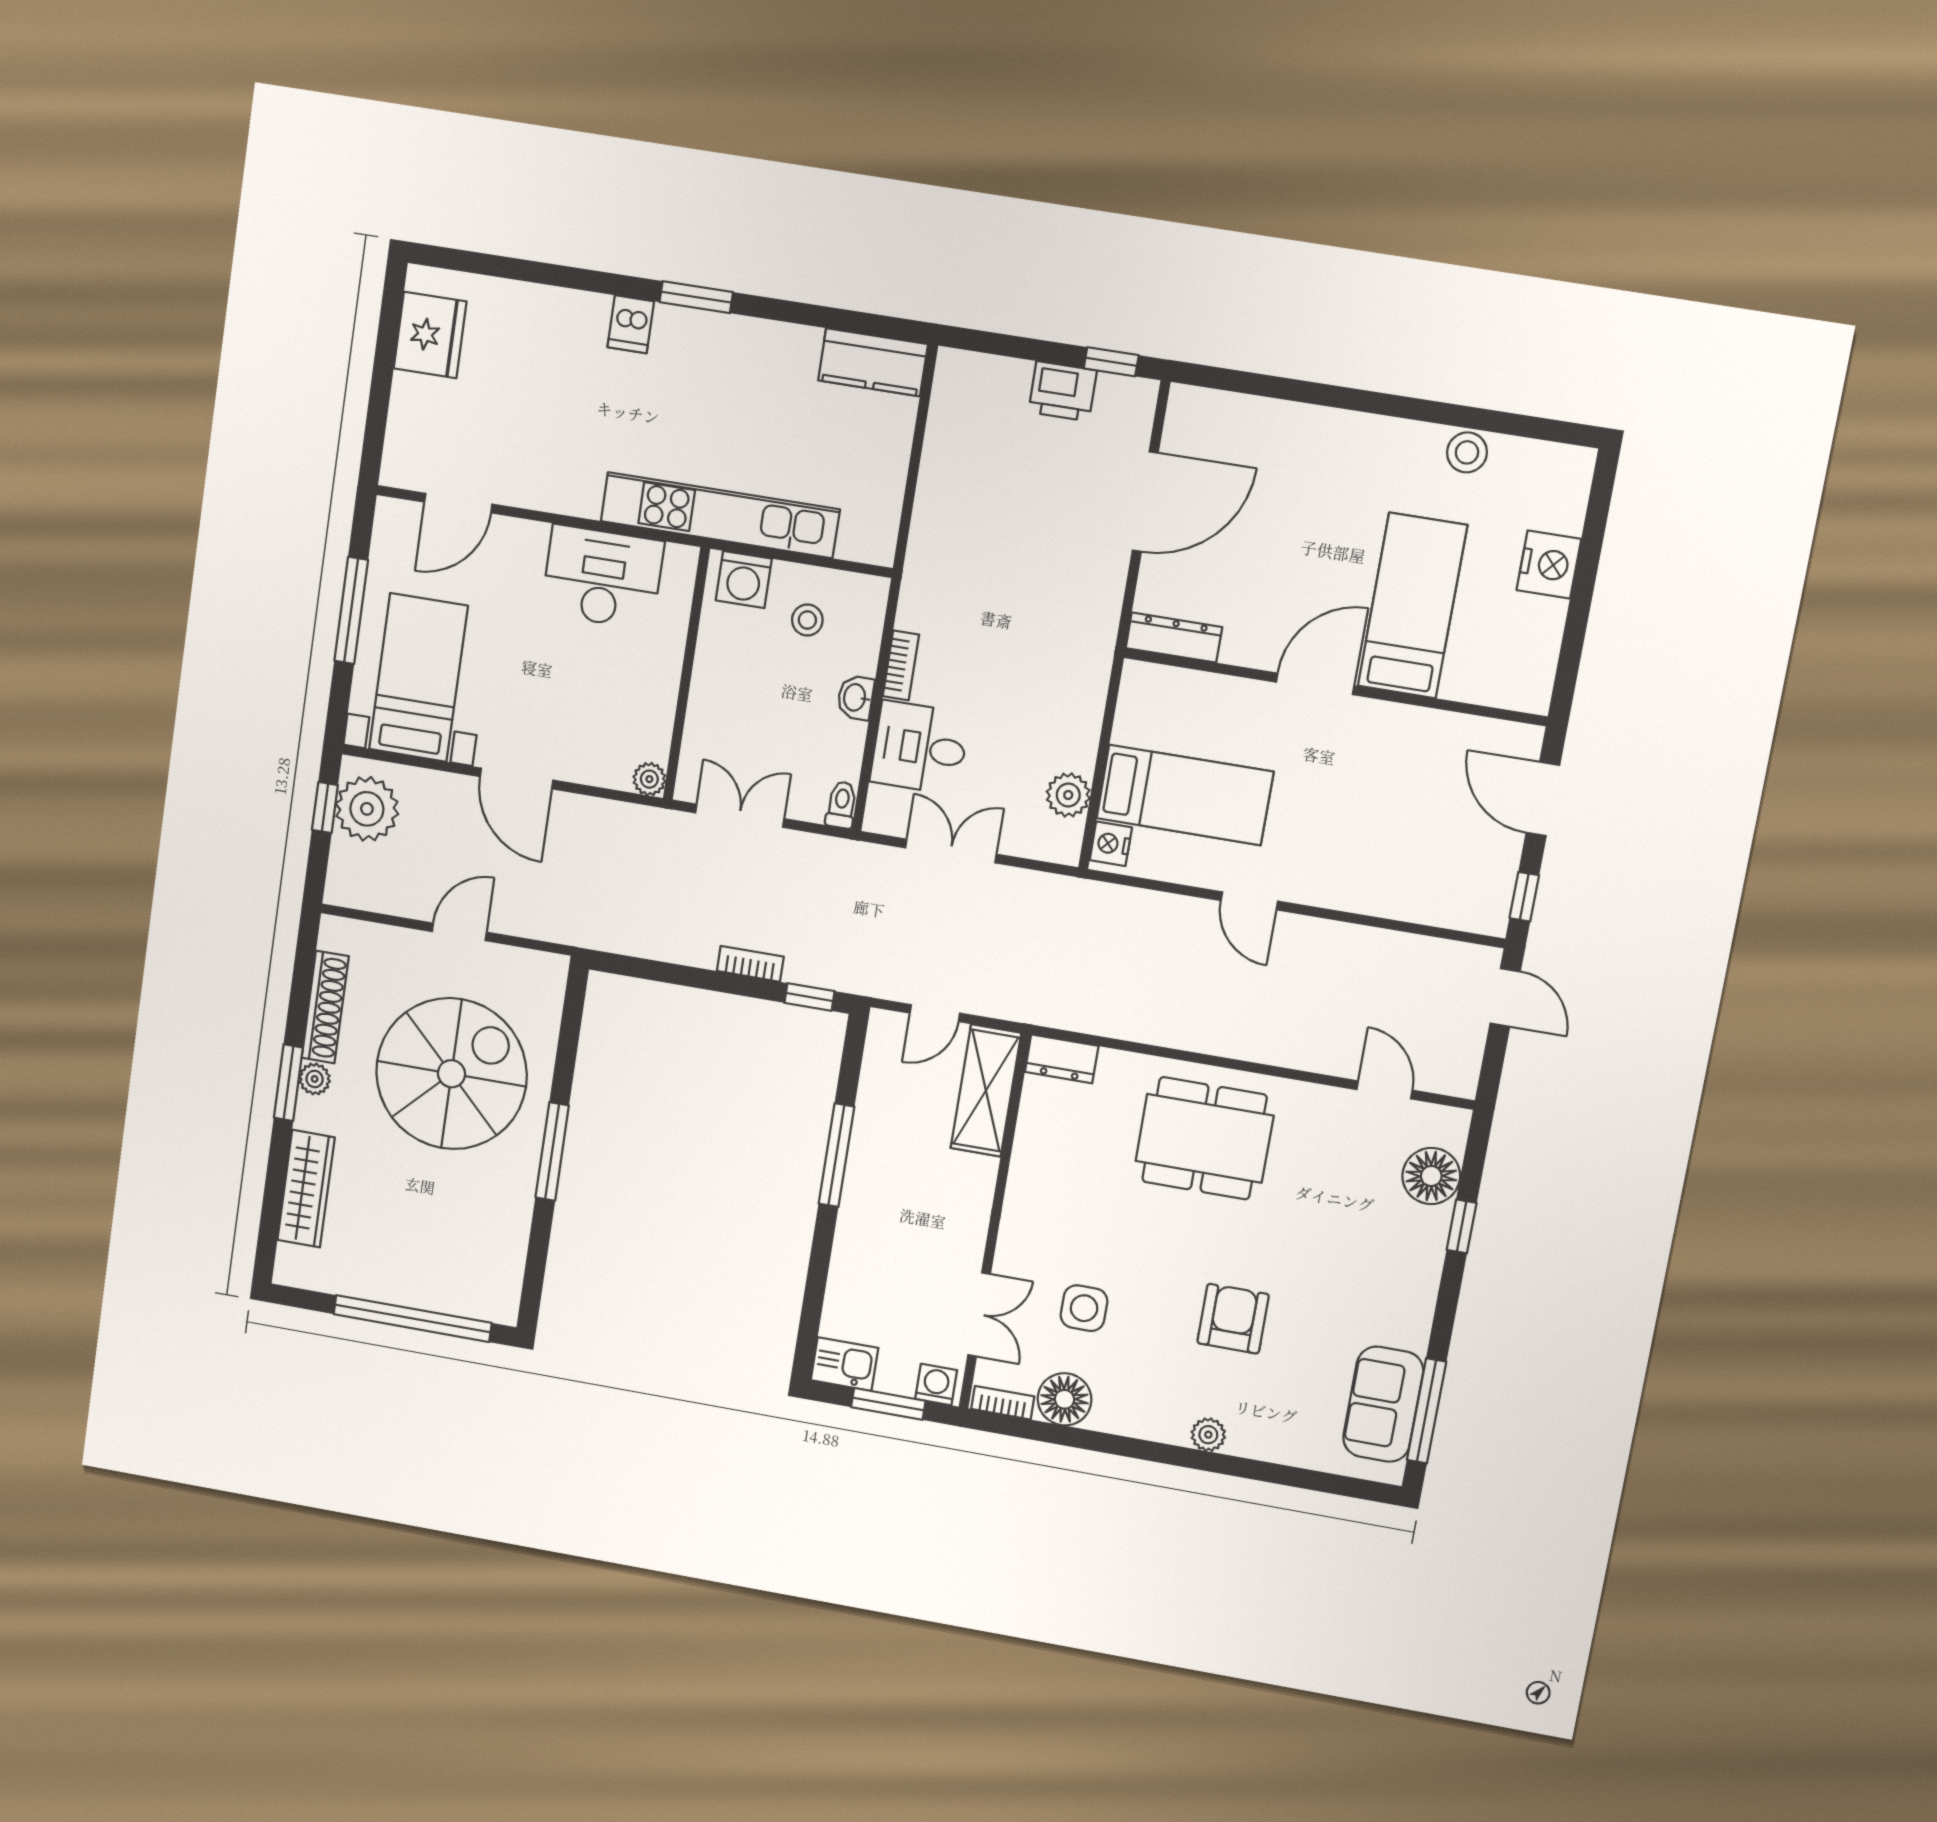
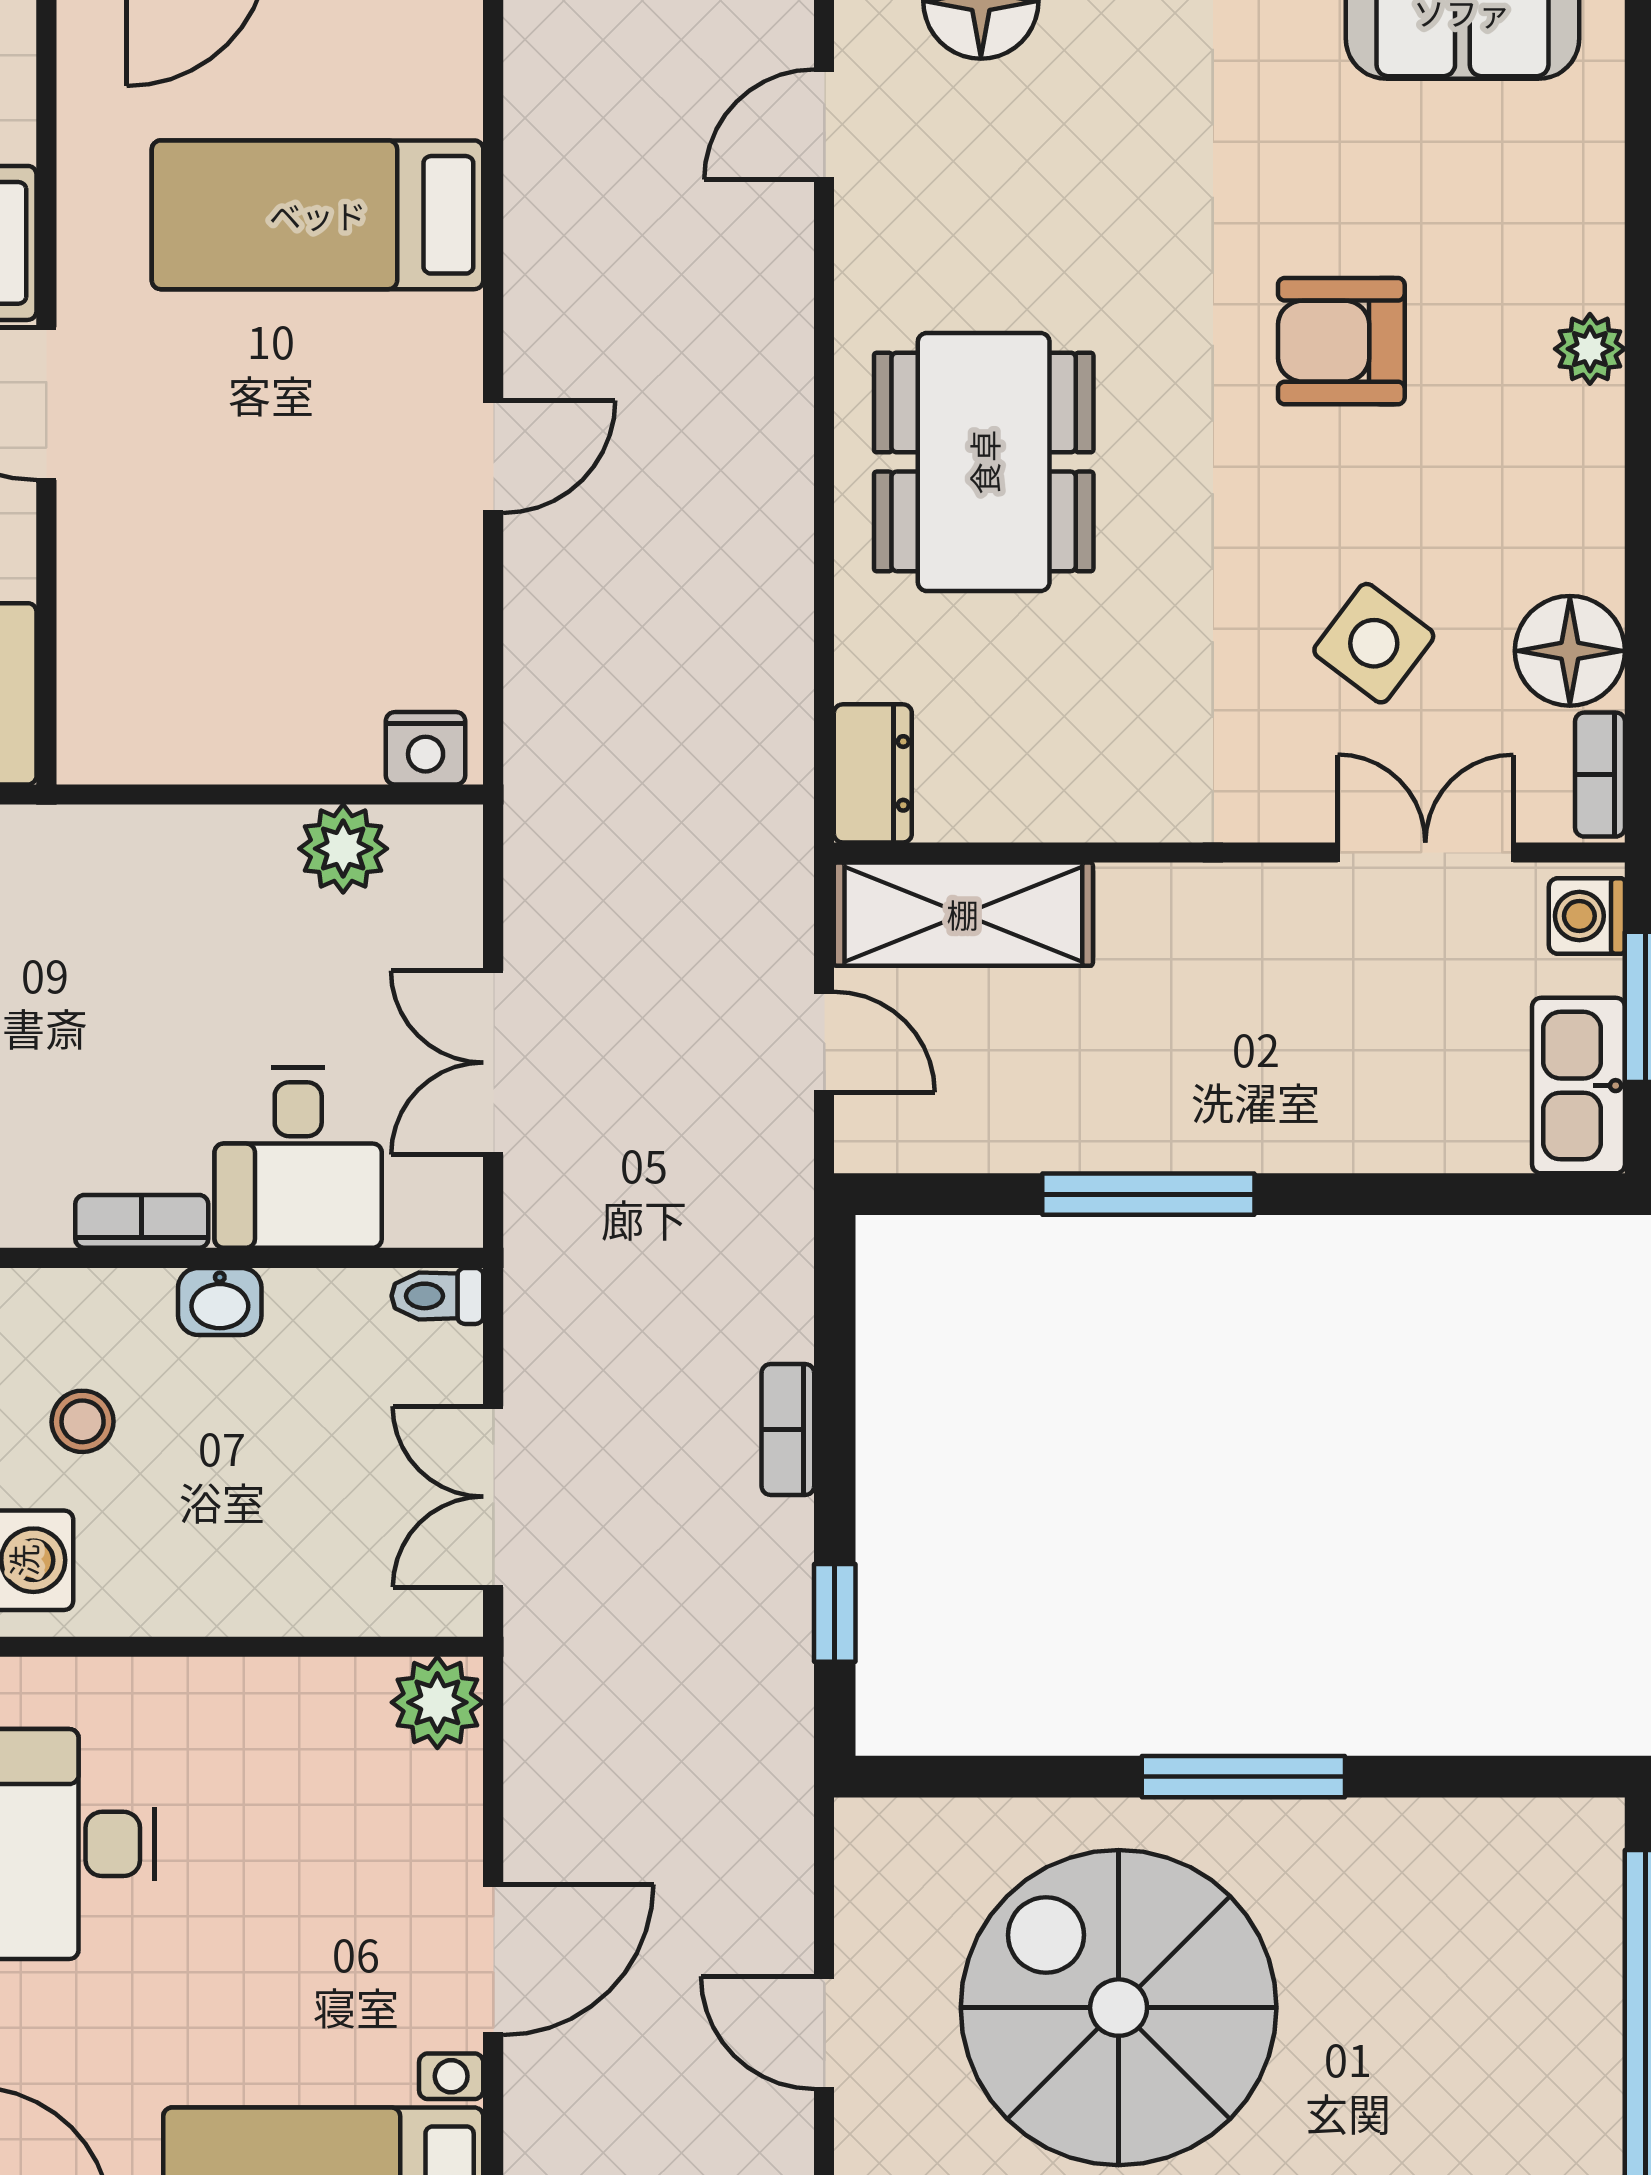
plant: (649, 779) -> (437, 1702), width x1.38, depth x1.38
bed: (1185, 795) -> (318, 215), moved, turned -90
window: (809, 997) -> (835, 1613), moved
side table: (1084, 1308) -> (1374, 643), turned 37
kitchen sink: (844, 1364) -> (1578, 1086), width x1.38

